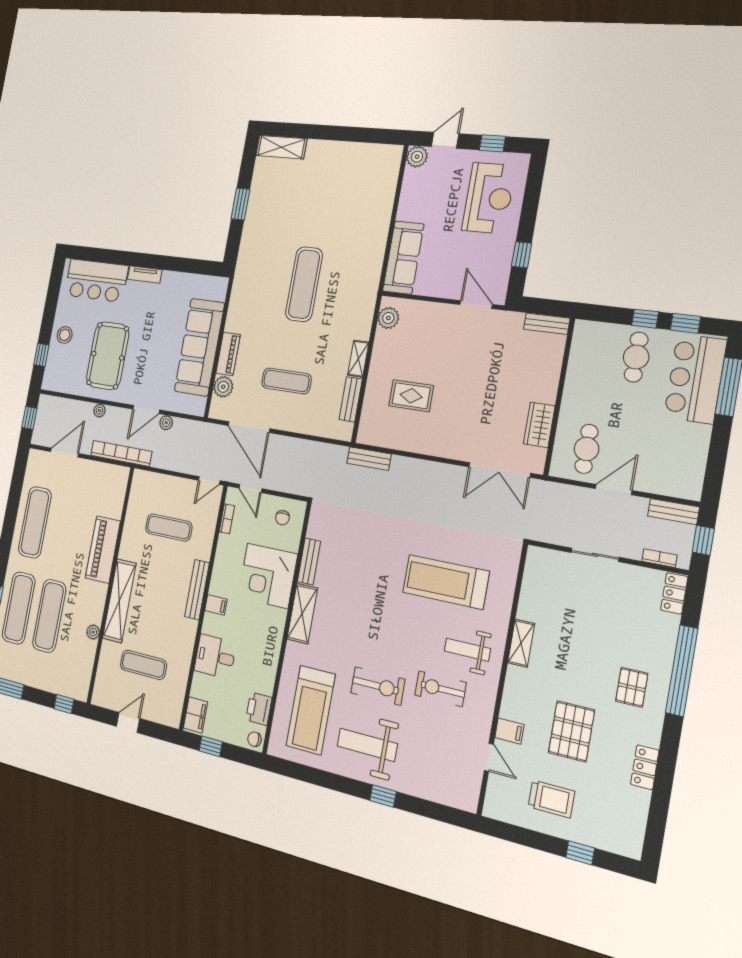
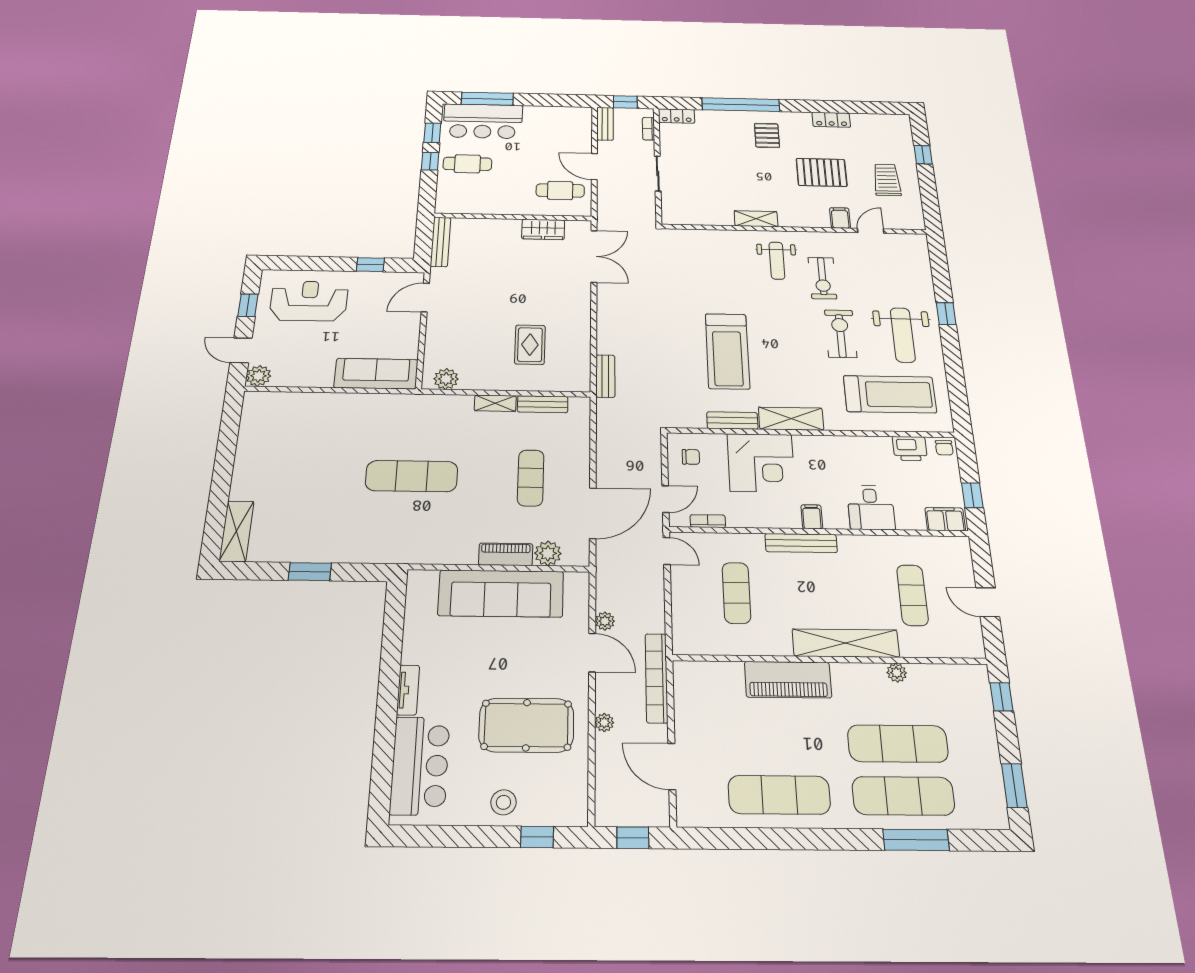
bench: (547, 324) -> (441, 242), width x1.36
treadmill: (446, 582) -> (727, 351), moved
pallet: (632, 687) -> (767, 135), turned 90

